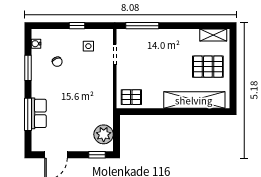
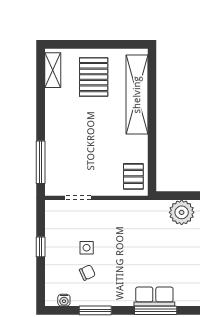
side table: (88, 46) -> (87, 248), moved

